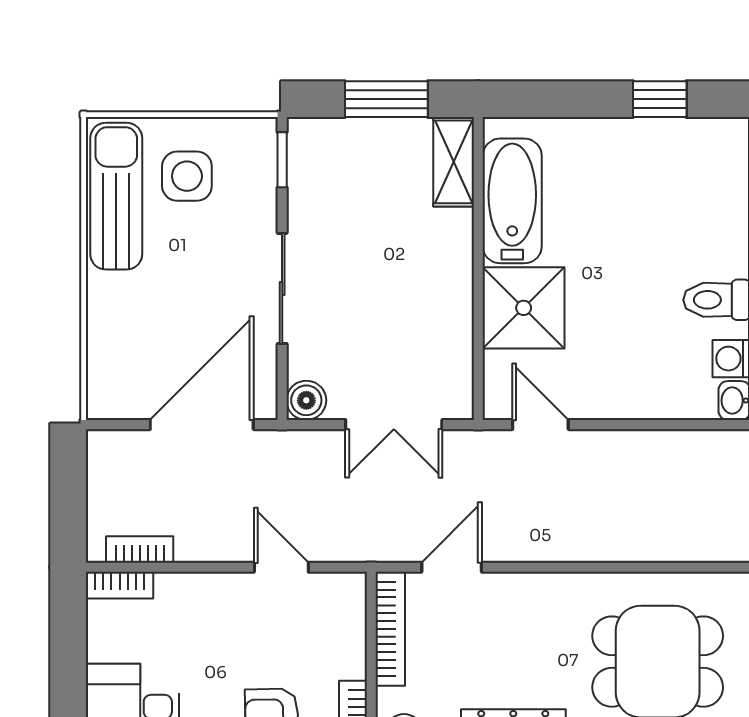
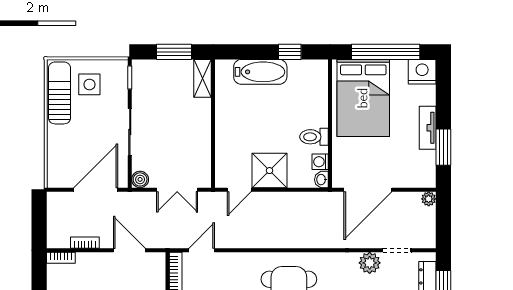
bathtub: (512, 201) -> (260, 72), moved, turned 90
shower: (524, 308) -> (269, 171), moved
door: (540, 425) -> (239, 190), swing flipped
bookcase: (140, 549) -> (85, 243), moved
door: (281, 567) -> (129, 250), width x1.38

